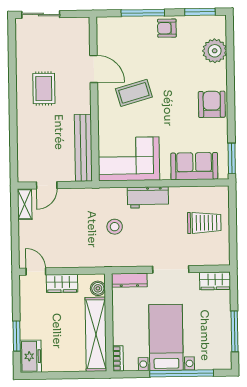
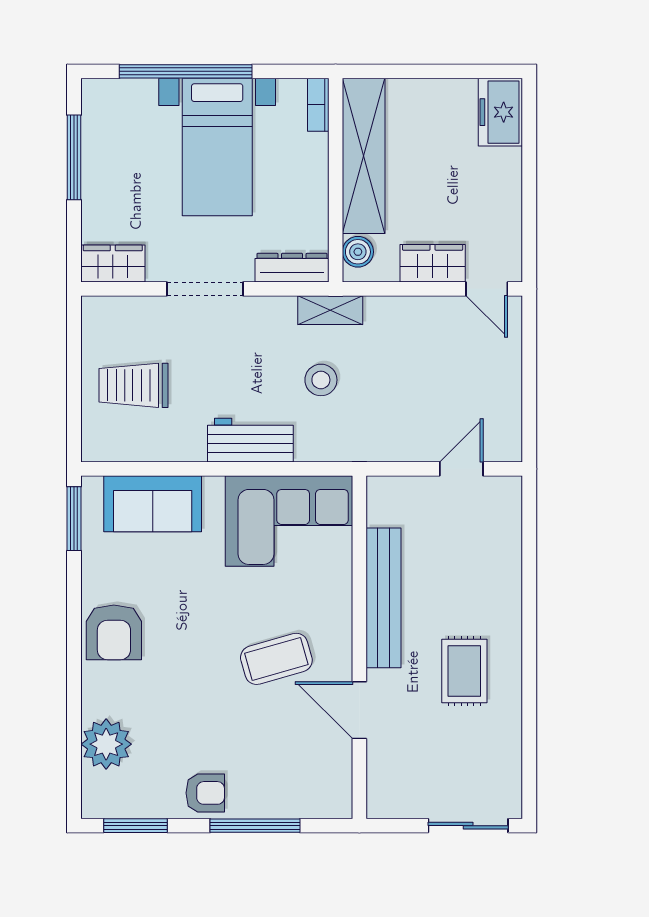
bench: (83, 148) -> (384, 598), moved
shelving: (25, 204) -> (330, 310), moved, turned 90
window: (17, 336) -> (529, 155), removed

